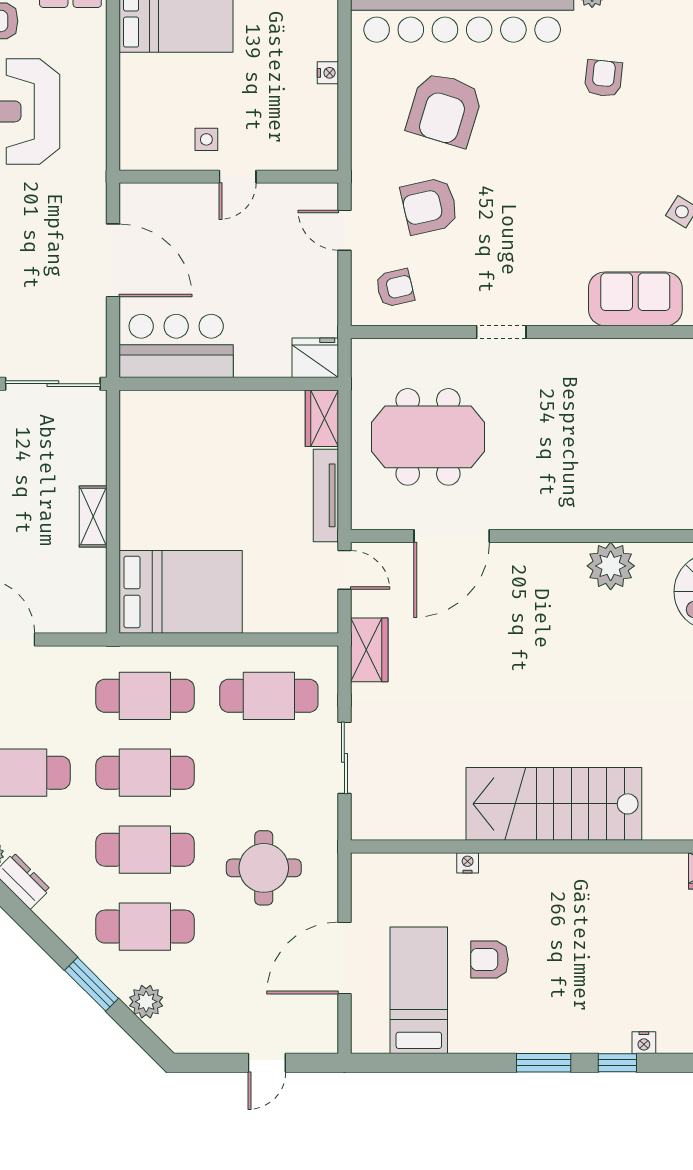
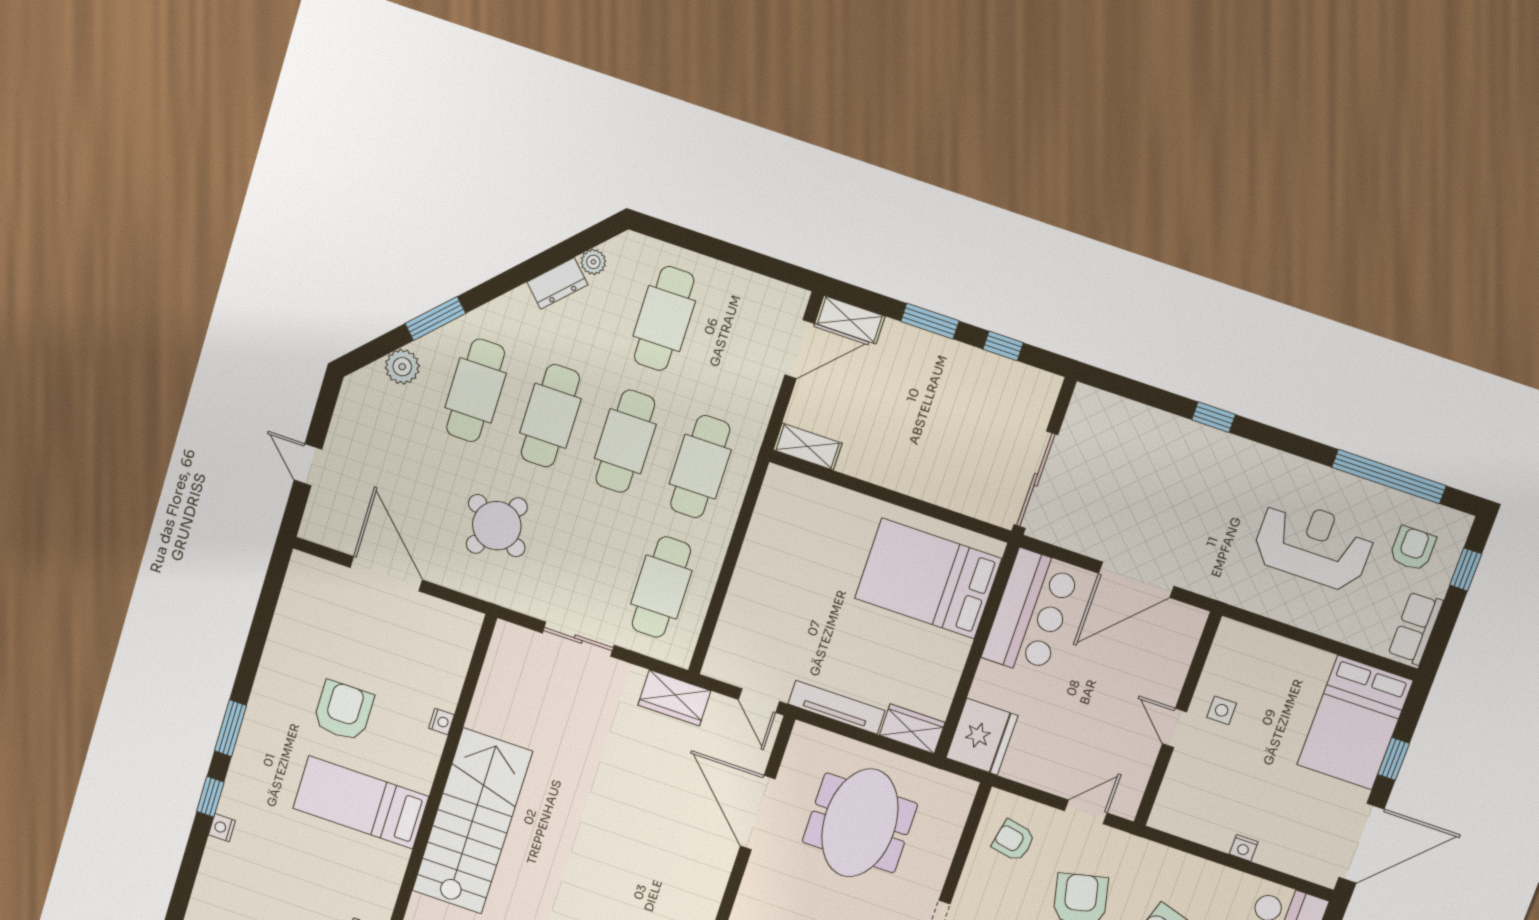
armchair: (395, 288) -> (1014, 841), turned 114
fridge: (315, 358) -> (982, 737), width x1.36, depth x1.34
shelving: (93, 516) -> (808, 447), moved
door: (344, 570) -> (759, 701), hinge flipped
bed: (181, 592) -> (928, 578), moved, turned 90
round table: (264, 868) -> (497, 526), turned 31
armchair: (489, 959) -> (343, 711), width x1.38, depth x1.38
bed: (419, 990) -> (361, 802), moved, turned 180

